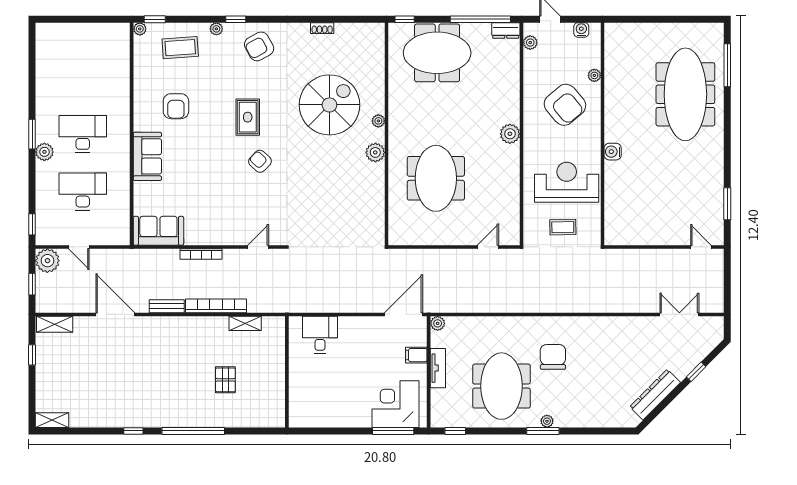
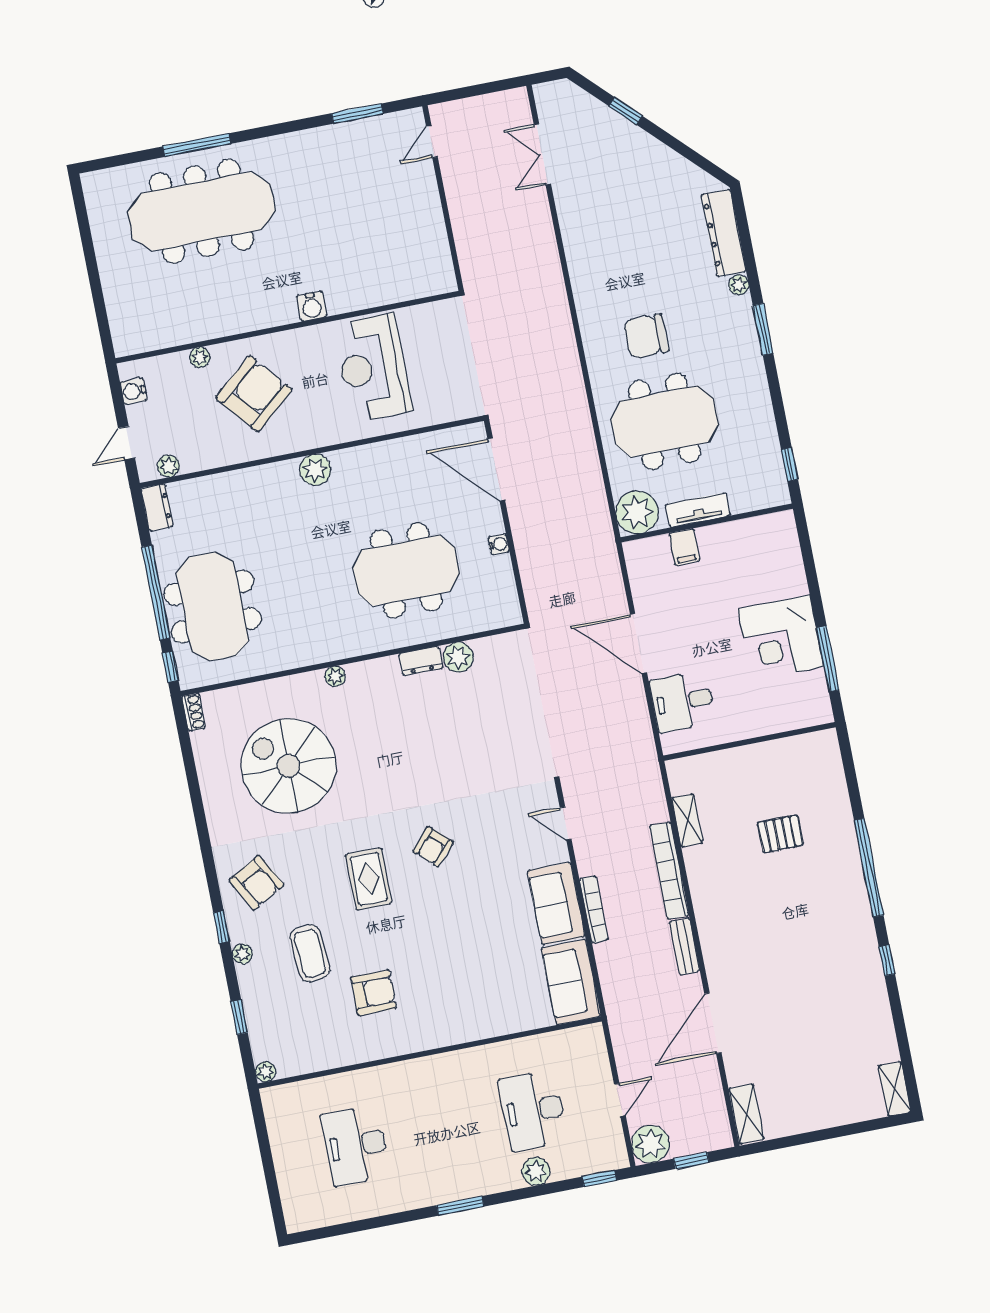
window: (155, 19) -> (239, 1017), moved
window: (480, 19) -> (156, 593), moved
shoe rack: (322, 28) -> (194, 712), moved
coffee table: (180, 48) -> (310, 953), moved
window: (727, 65) -> (197, 145), moved
spiral stairs: (329, 105) -> (289, 766), moved
rug: (248, 117) -> (369, 879), turned 90
desk: (83, 134) -> (356, 1145), moved
plant: (44, 152) -> (536, 1171), moved
plant: (375, 152) -> (458, 657), moved
sofa: (147, 156) -> (556, 904), moved, turned -90
dresser: (378, 176) -> (421, 661), added
coffee table: (563, 227) -> (443, 360), removed
water cooler: (441, 239) -> (499, 544), added
door: (488, 247) -> (496, 469), width x1.88
door: (403, 314) -> (638, 643), moved
plant: (438, 323) -> (637, 512), width x1.88, depth x1.88
window: (32, 355) -> (800, 1139), removed
meeting table: (501, 386) -> (664, 421), moved
dresser: (655, 395) -> (724, 233), moved, turned 45
corner desk: (395, 404) -> (781, 638), moved
plant: (547, 421) -> (739, 285), moved
window: (393, 431) -> (828, 659), moved

